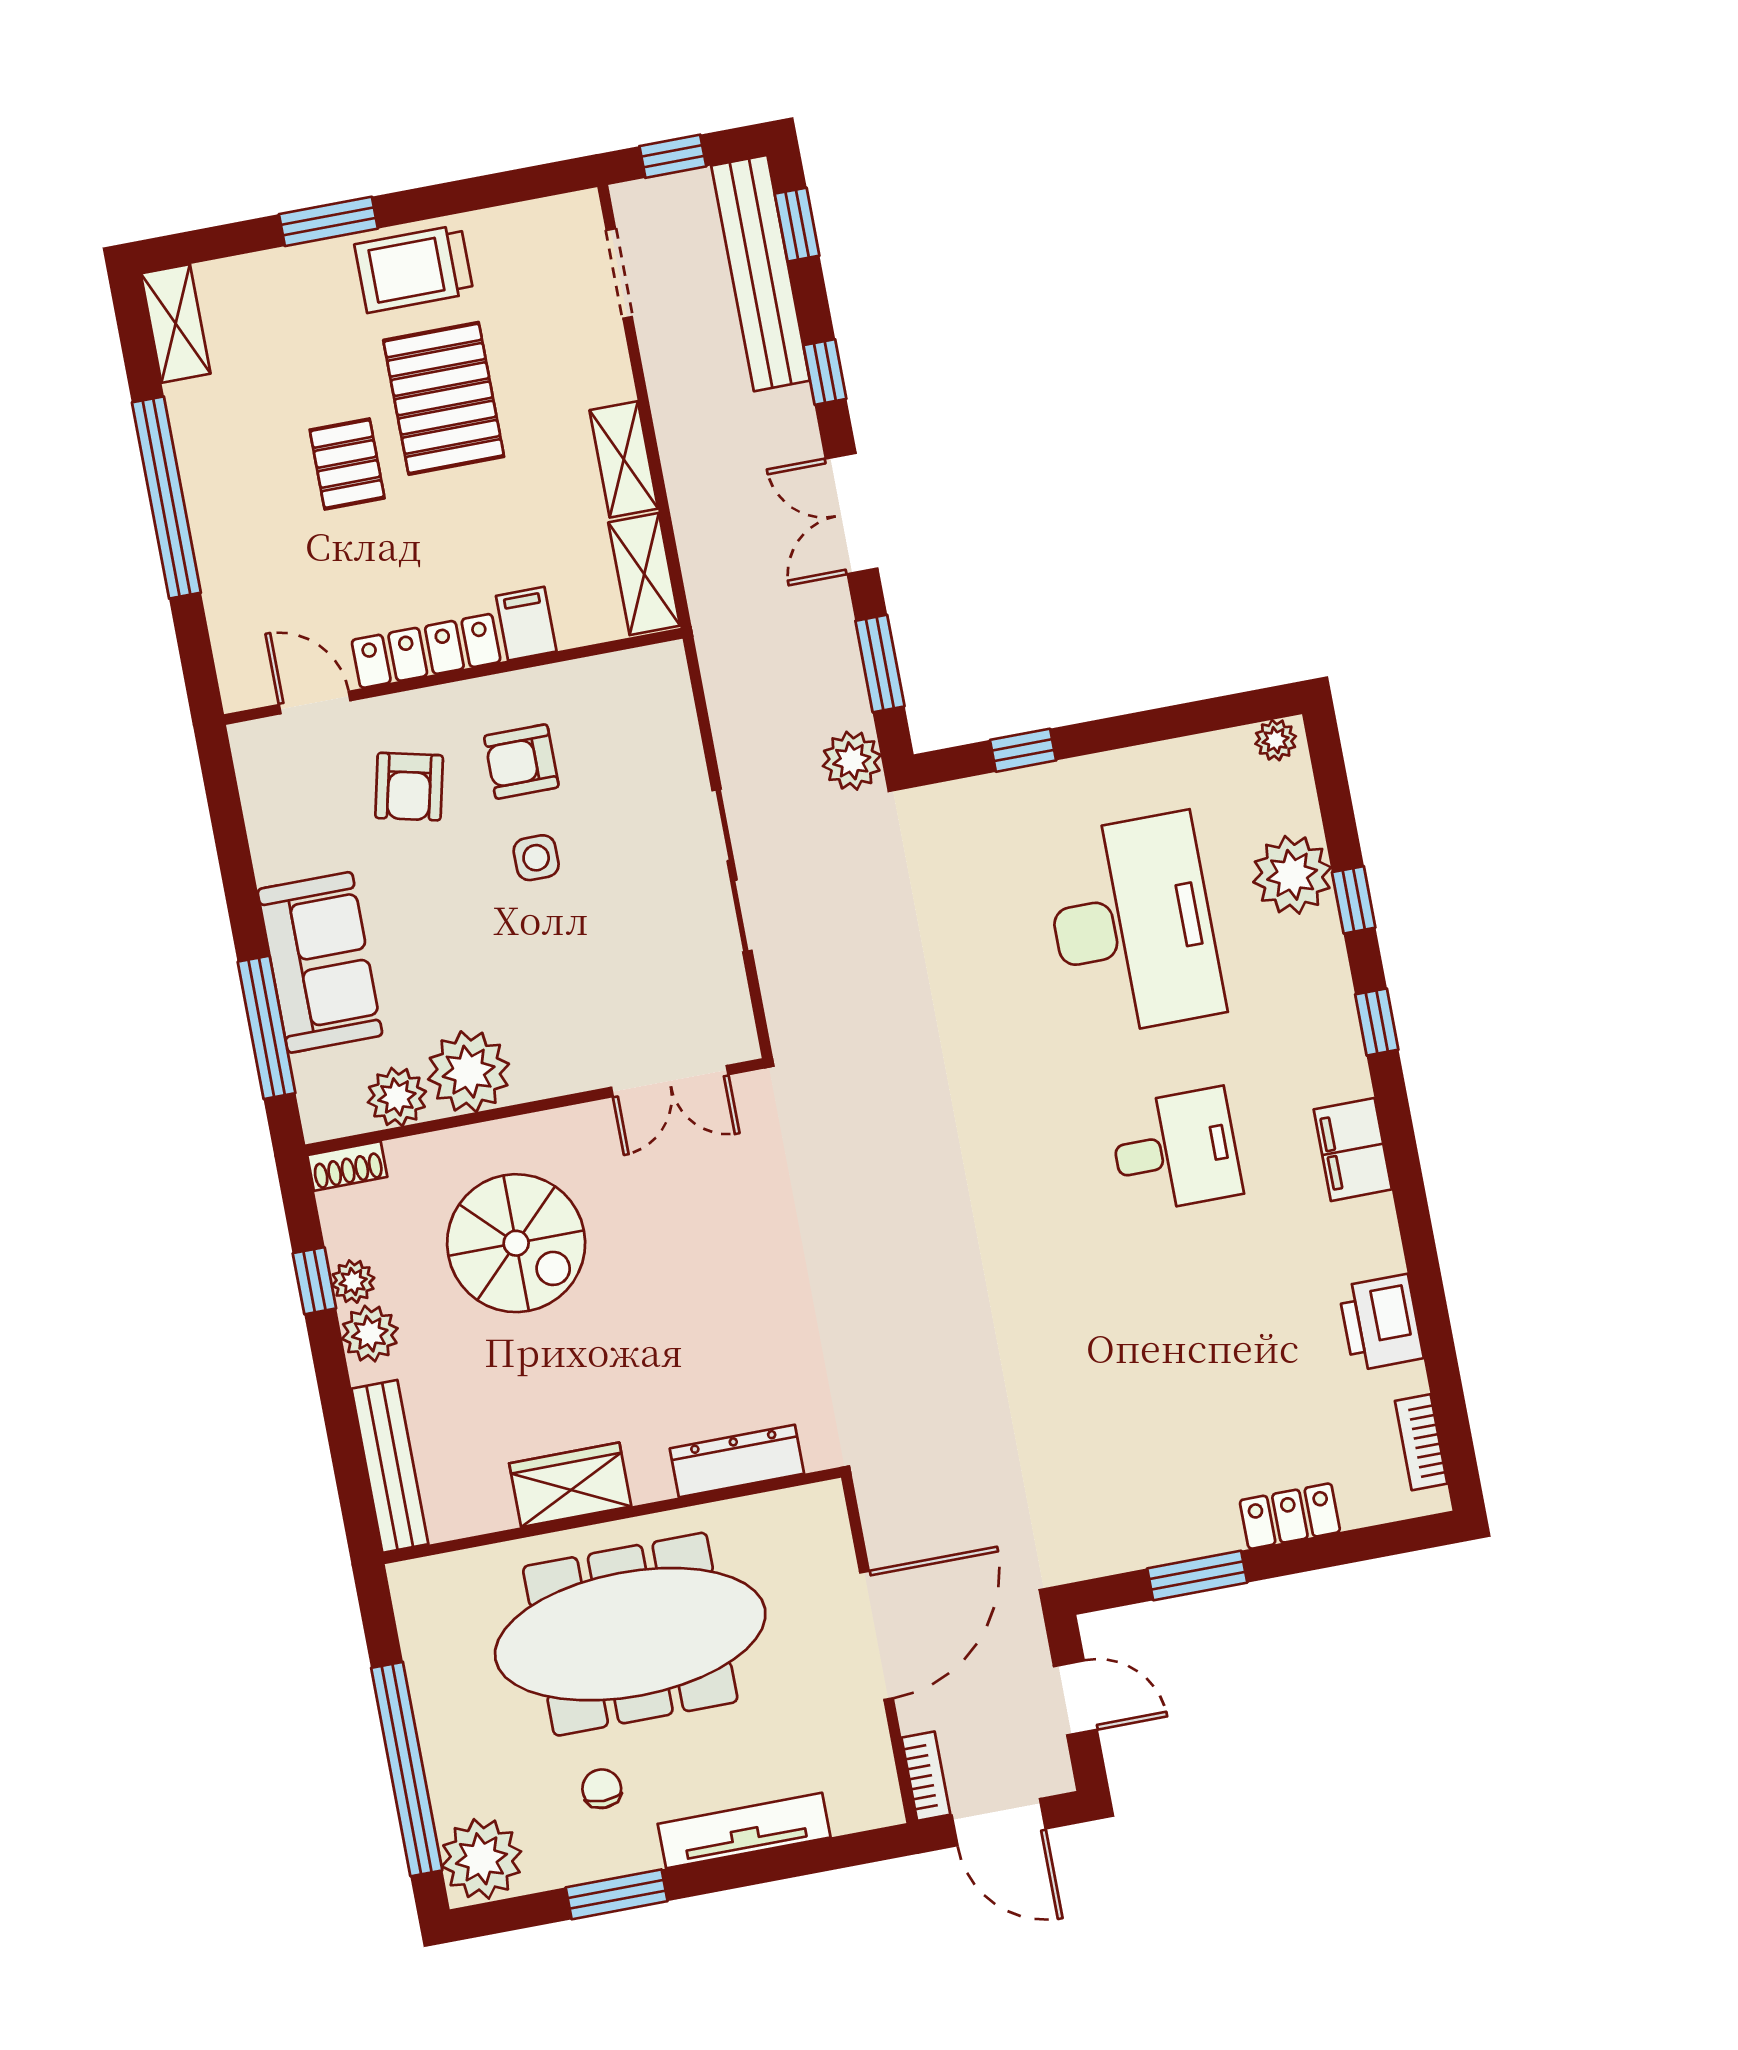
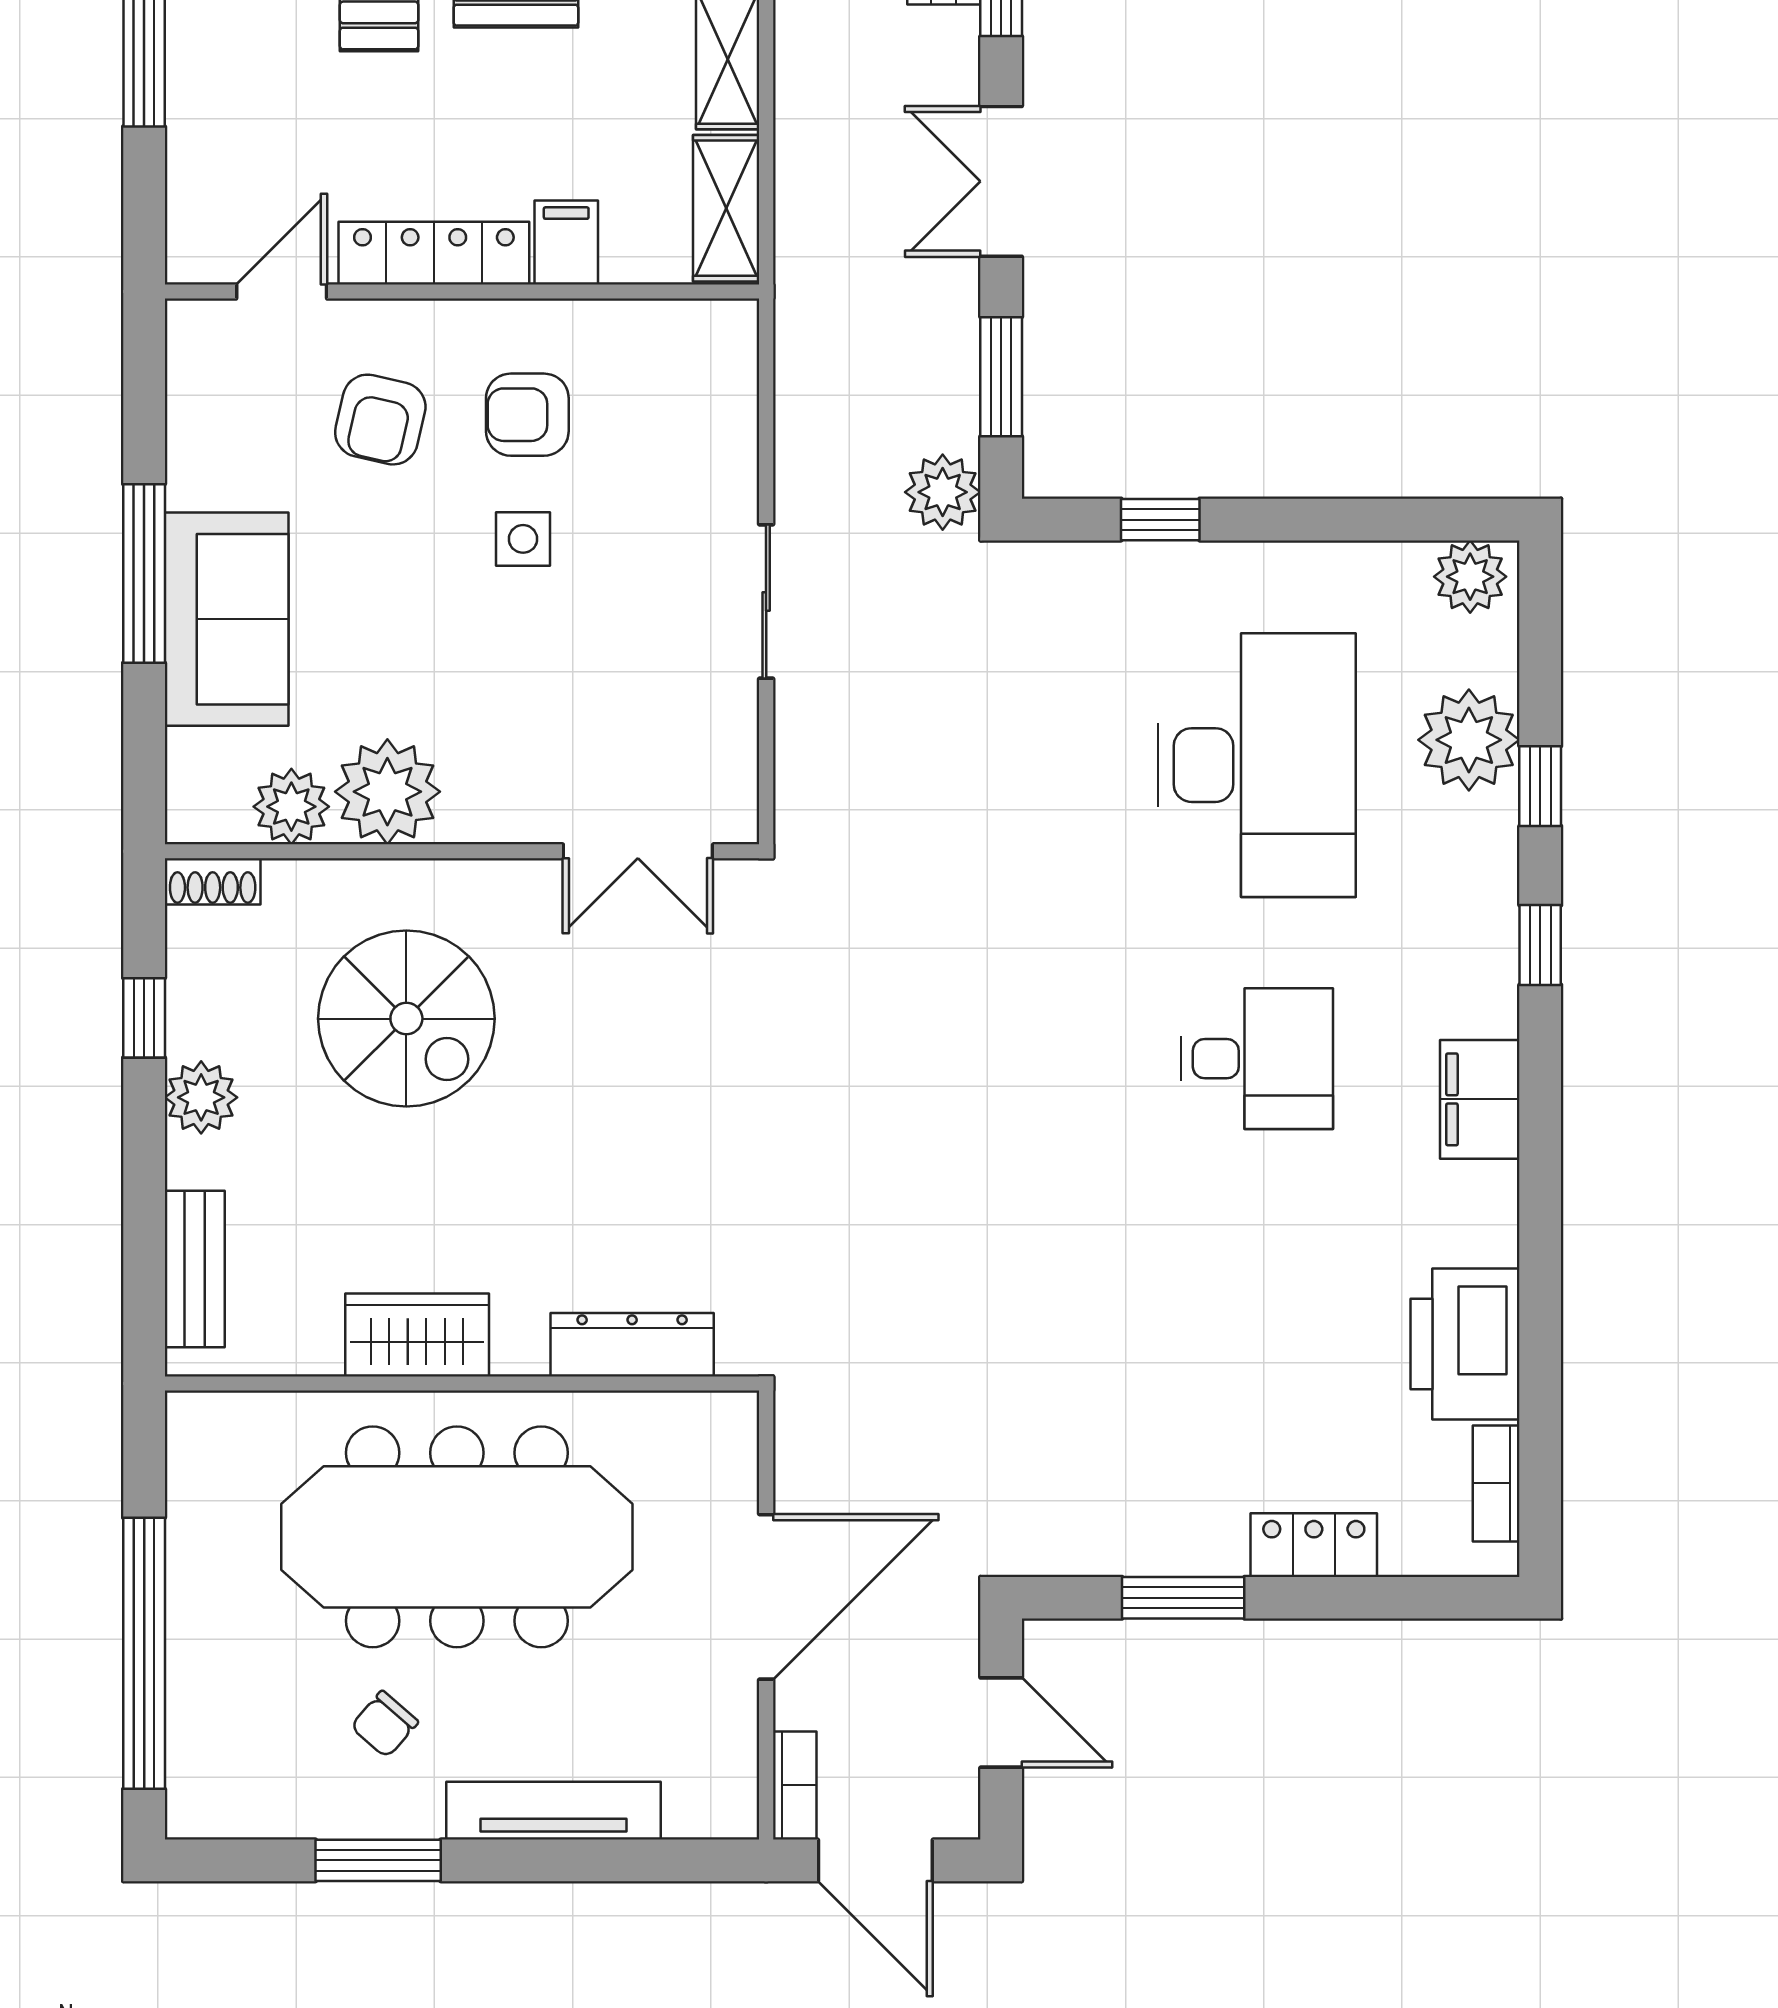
door: (315, 703) -> (282, 291), hinge flipped
plant: (1276, 740) -> (1470, 577), width x1.38, depth x1.38
sliding door: (732, 870) -> (766, 602), width x0.73
window: (267, 1027) -> (144, 573), moved
plant: (353, 1282) -> (192, 1028), removed
printer: (1381, 1322) -> (1465, 1344), width x1.37, depth x1.19
bench: (390, 1466) -> (195, 1269), width x0.73
chair: (602, 1789) -> (384, 1724), turned -139
plant: (481, 1859) -> (217, 1784), removed

